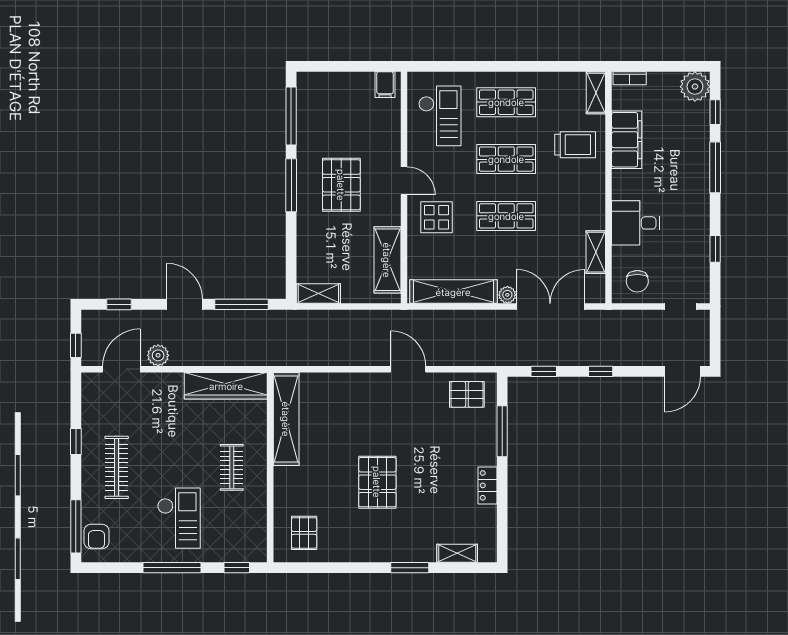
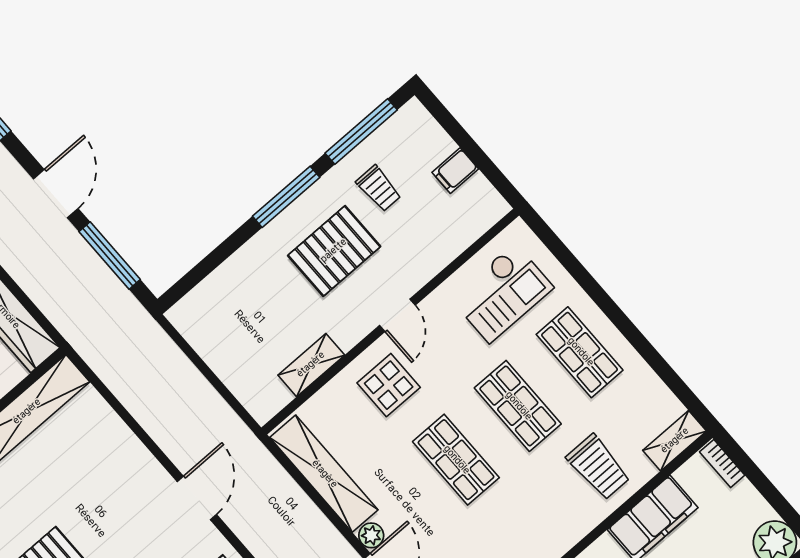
filing cabinet: (385, 85) -> (455, 171), moved
trolley: (329, 133) -> (379, 188), added
shelving: (387, 260) -> (311, 365), width x0.67, depth x0.75
shelving: (318, 294) -> (194, 329), removed

